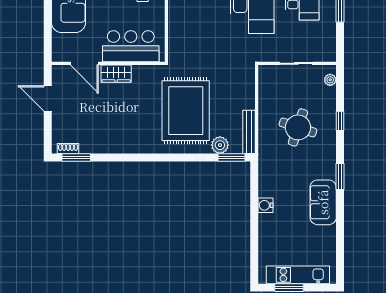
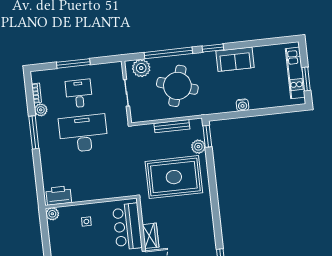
plant: (330, 80) -> (141, 68), width x1.87, depth x1.87
window: (340, 121) -> (168, 53), width x3.17
round table: (298, 127) -> (177, 86), width x1.36, depth x1.36
bench: (249, 132) -> (172, 126), moved

